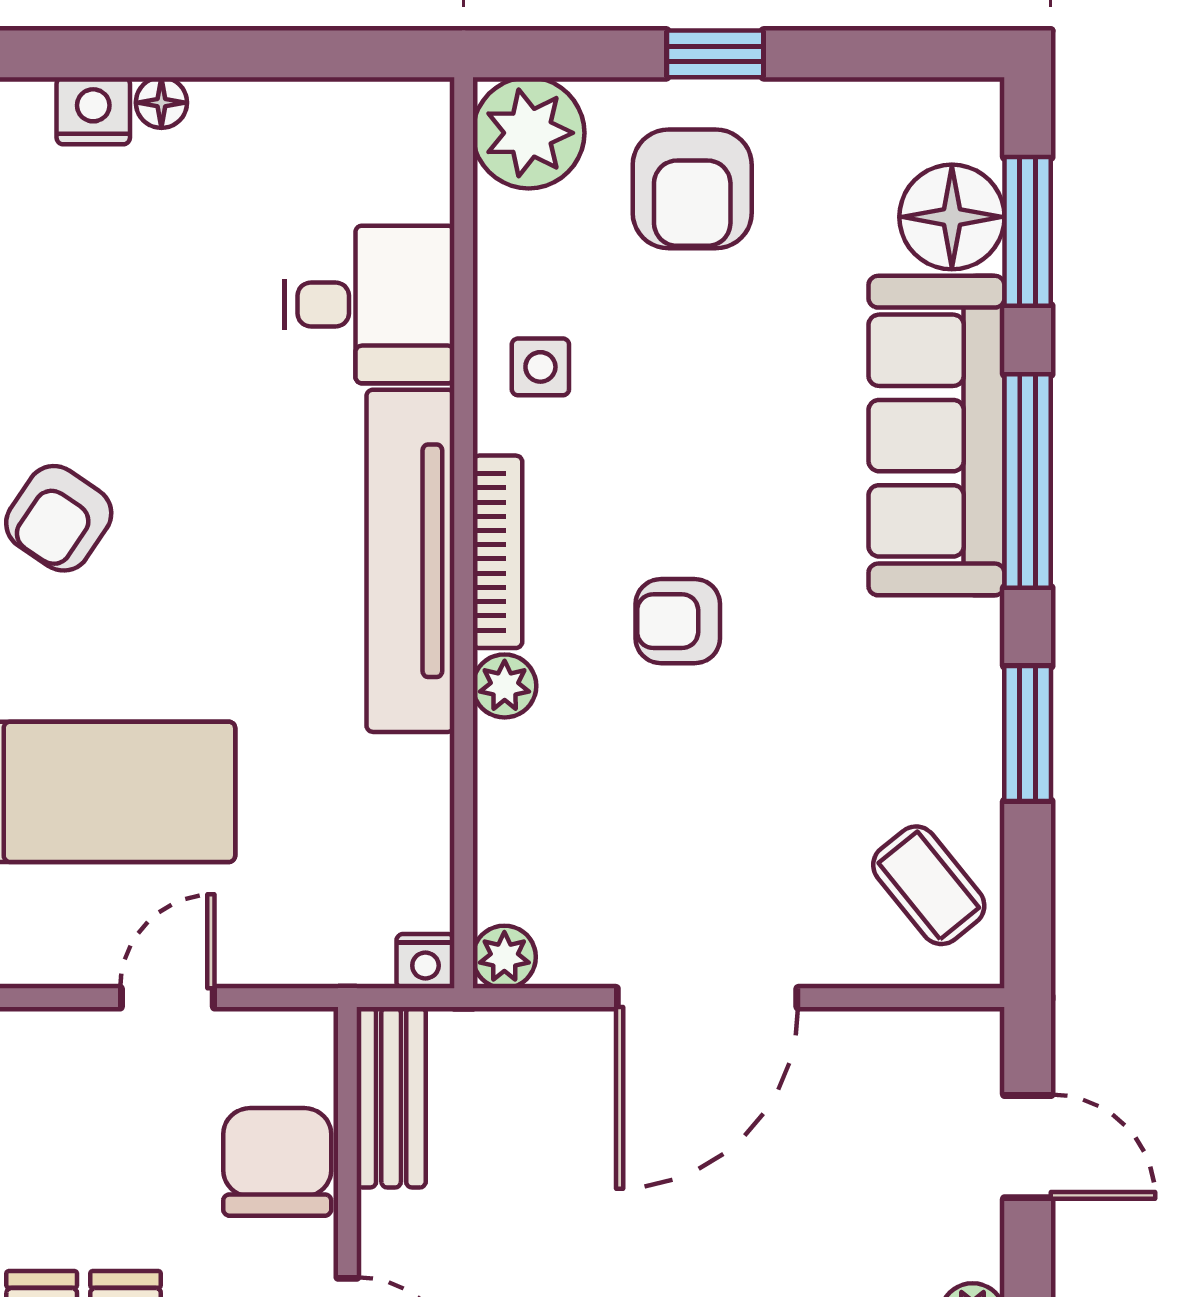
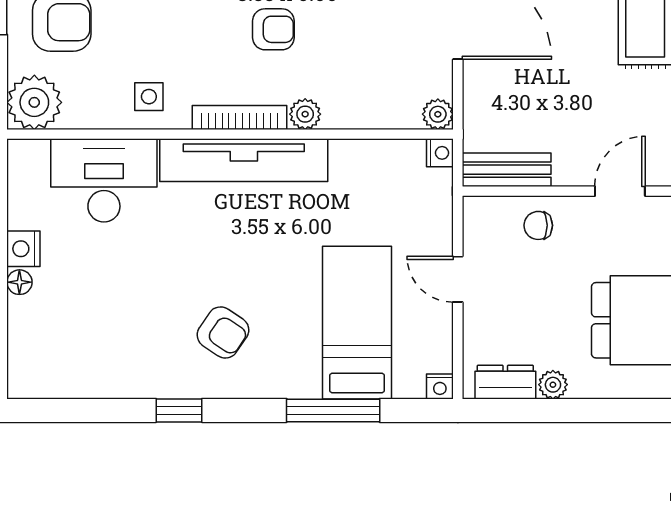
nightstand: (93, 111) -> (23, 249), moved
desk: (369, 304) -> (104, 180), width x1.37
armchair: (678, 621) -> (273, 29), turned -90
chair: (277, 1162) -> (538, 225), width x0.54, depth x0.54

